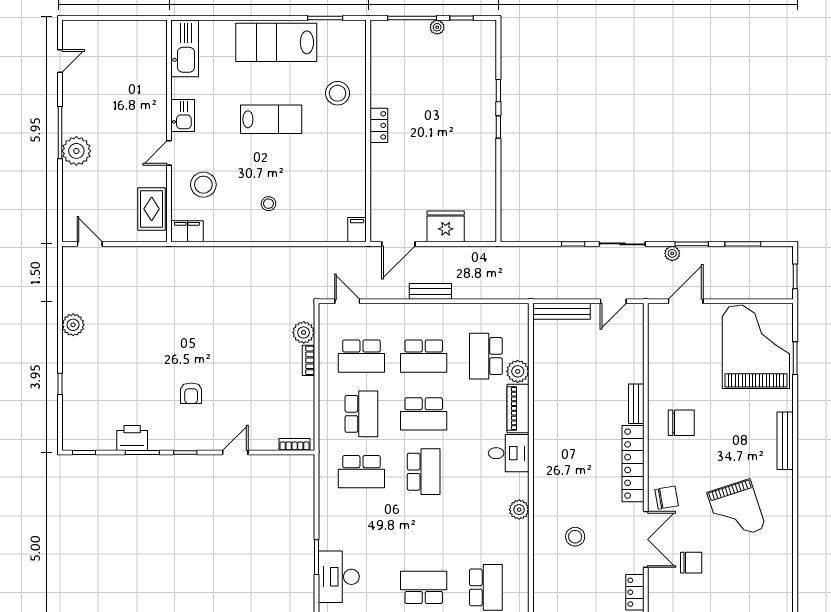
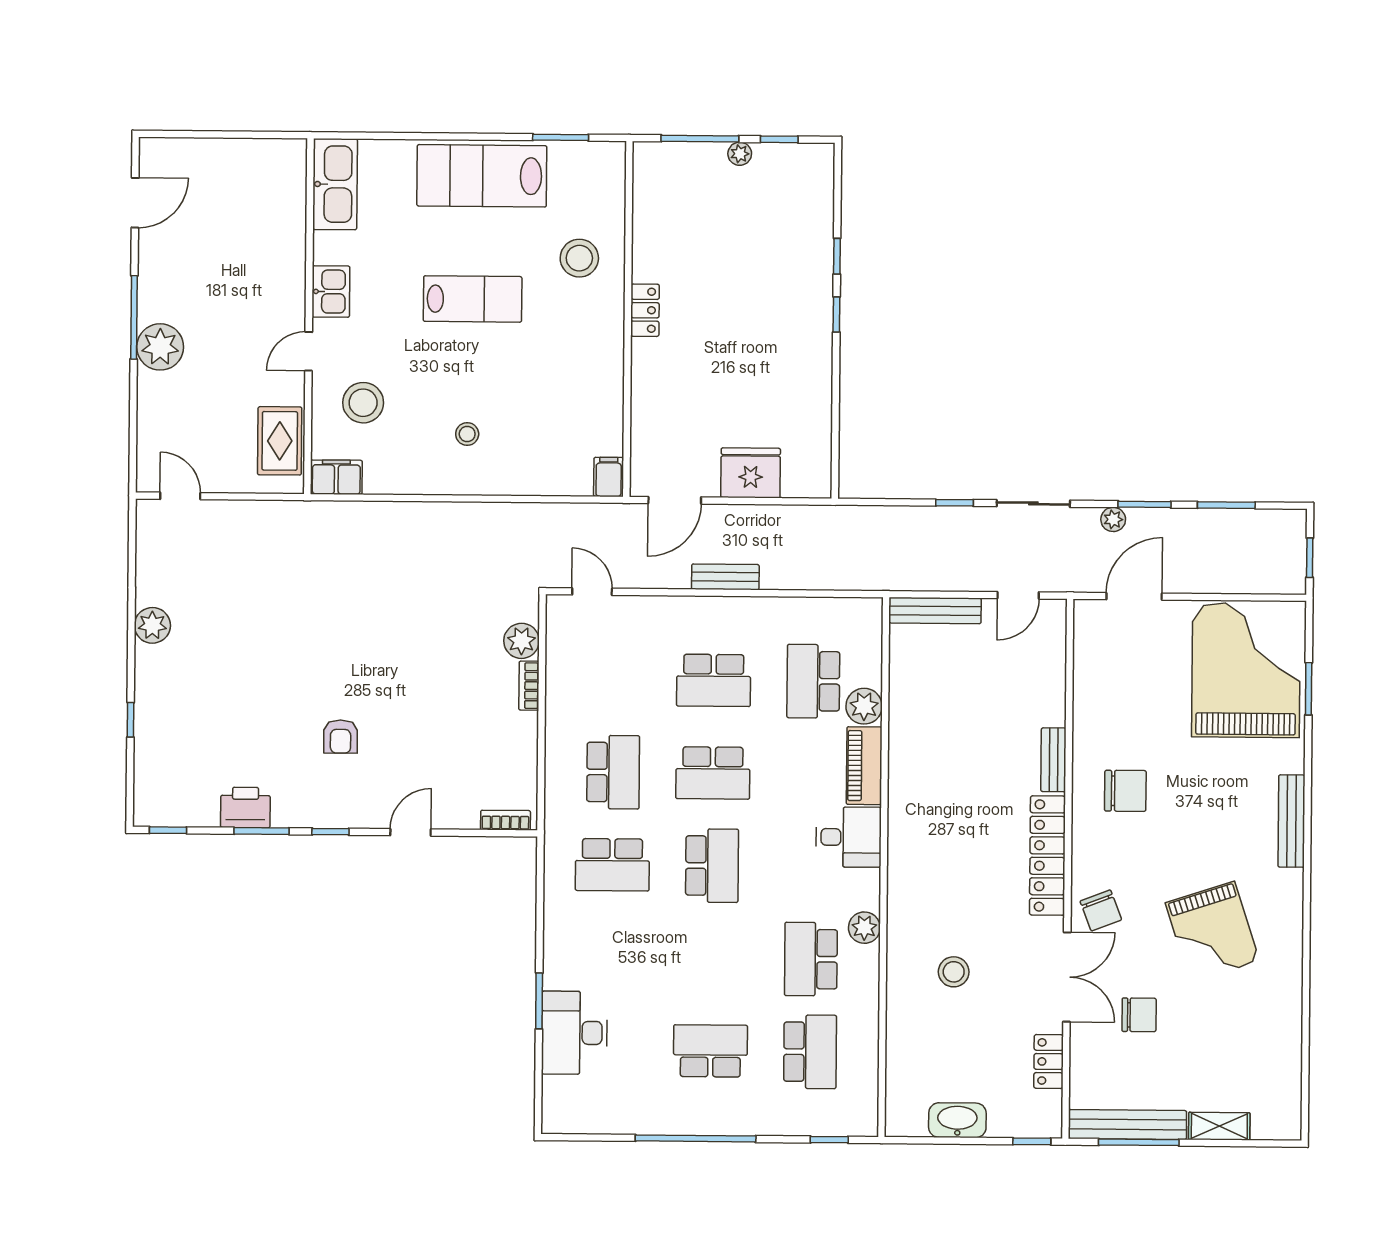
door: (60, 61) -> (135, 203), width x1.38
school desk: (361, 356) -> (811, 959), moved, turned 90
chair: (667, 498) -> (1101, 910), turned 79

